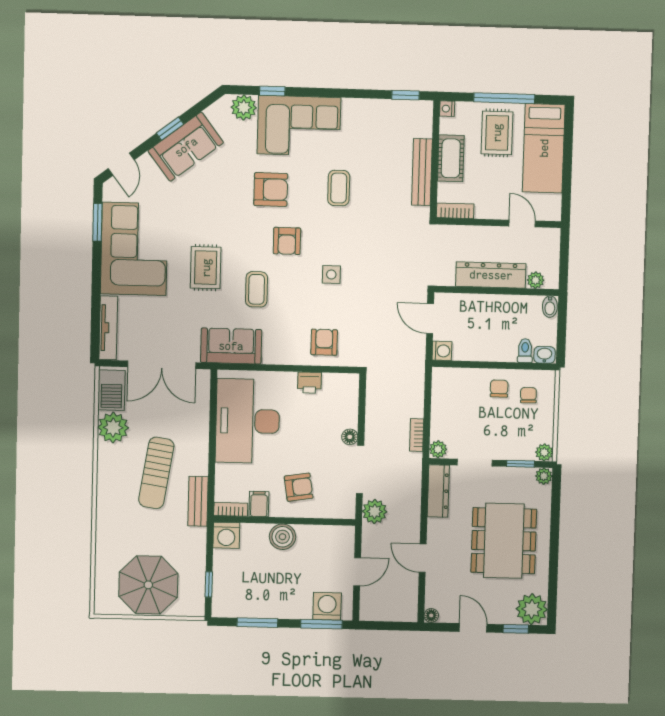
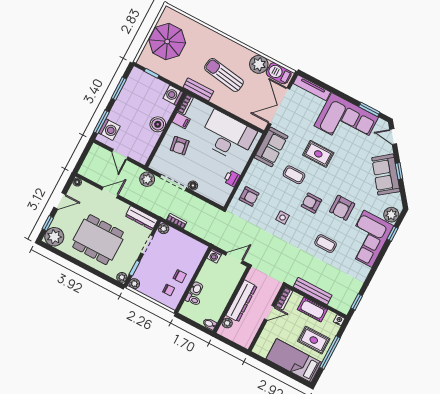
door: (522, 224) -> (269, 313), moved
washbasin: (544, 355) -> (196, 288), moved

